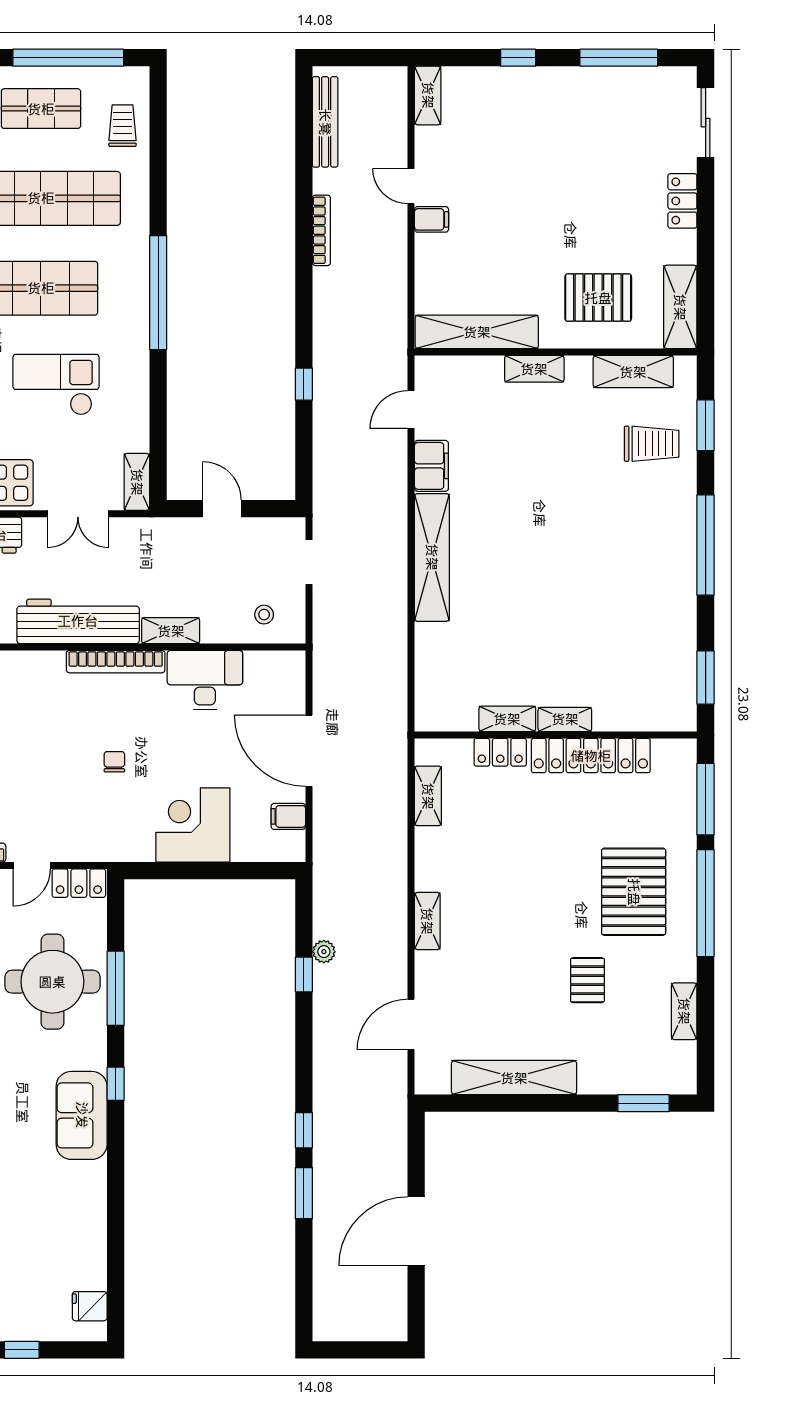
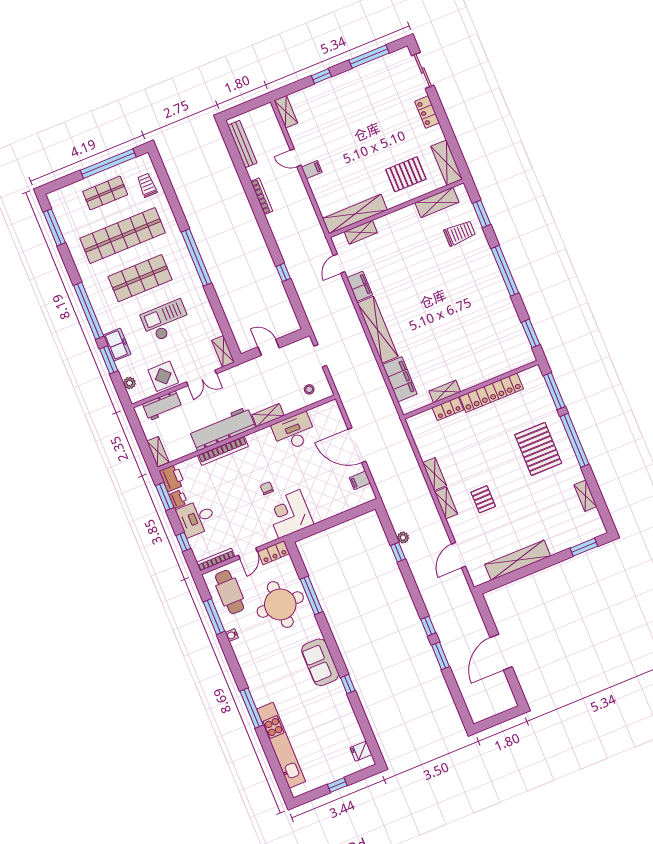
shelving: (534, 369) -> (361, 232), moved
bookcase: (116, 662) -> (223, 451), moved
filing cabinet: (435, 663) -> (400, 379), added
shelving: (565, 719) -> (472, 381), removed
shelving: (428, 796) -> (435, 474), moved
corner desk: (193, 825) -> (289, 514), moved
pallet: (587, 980) -> (483, 499), moved
window: (116, 1084) -> (348, 684), moved

